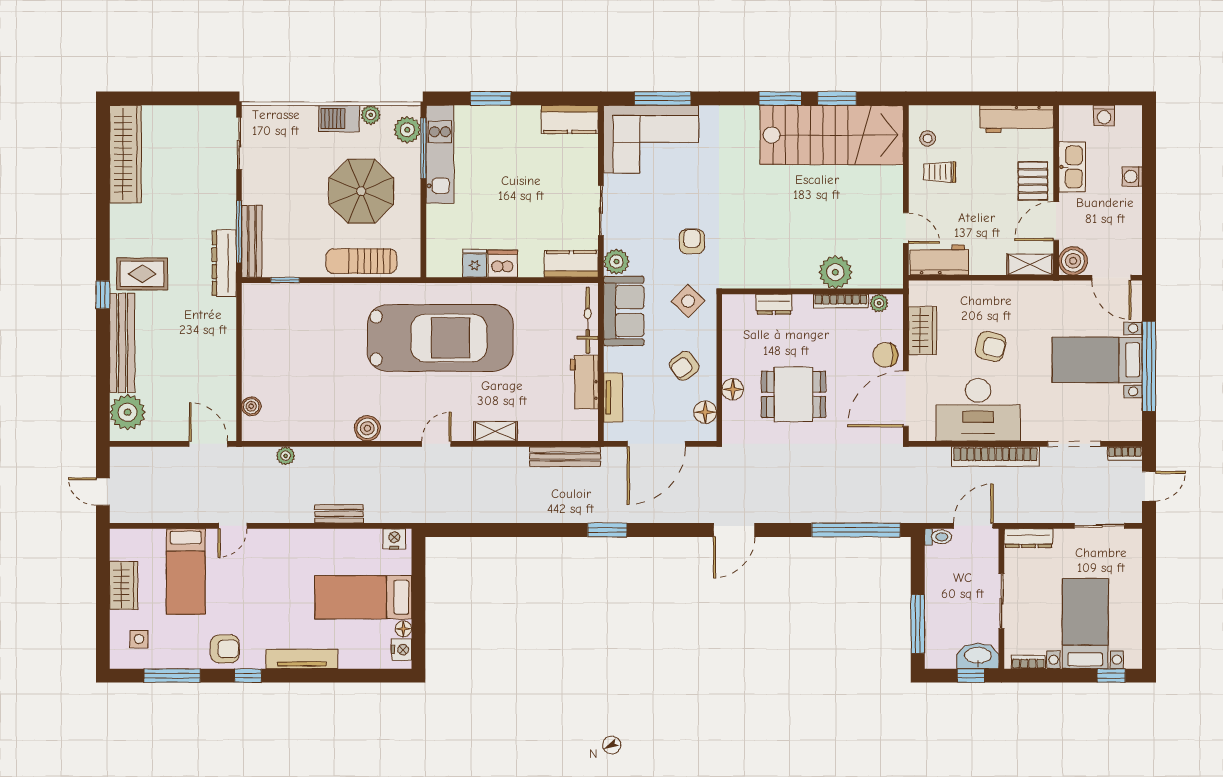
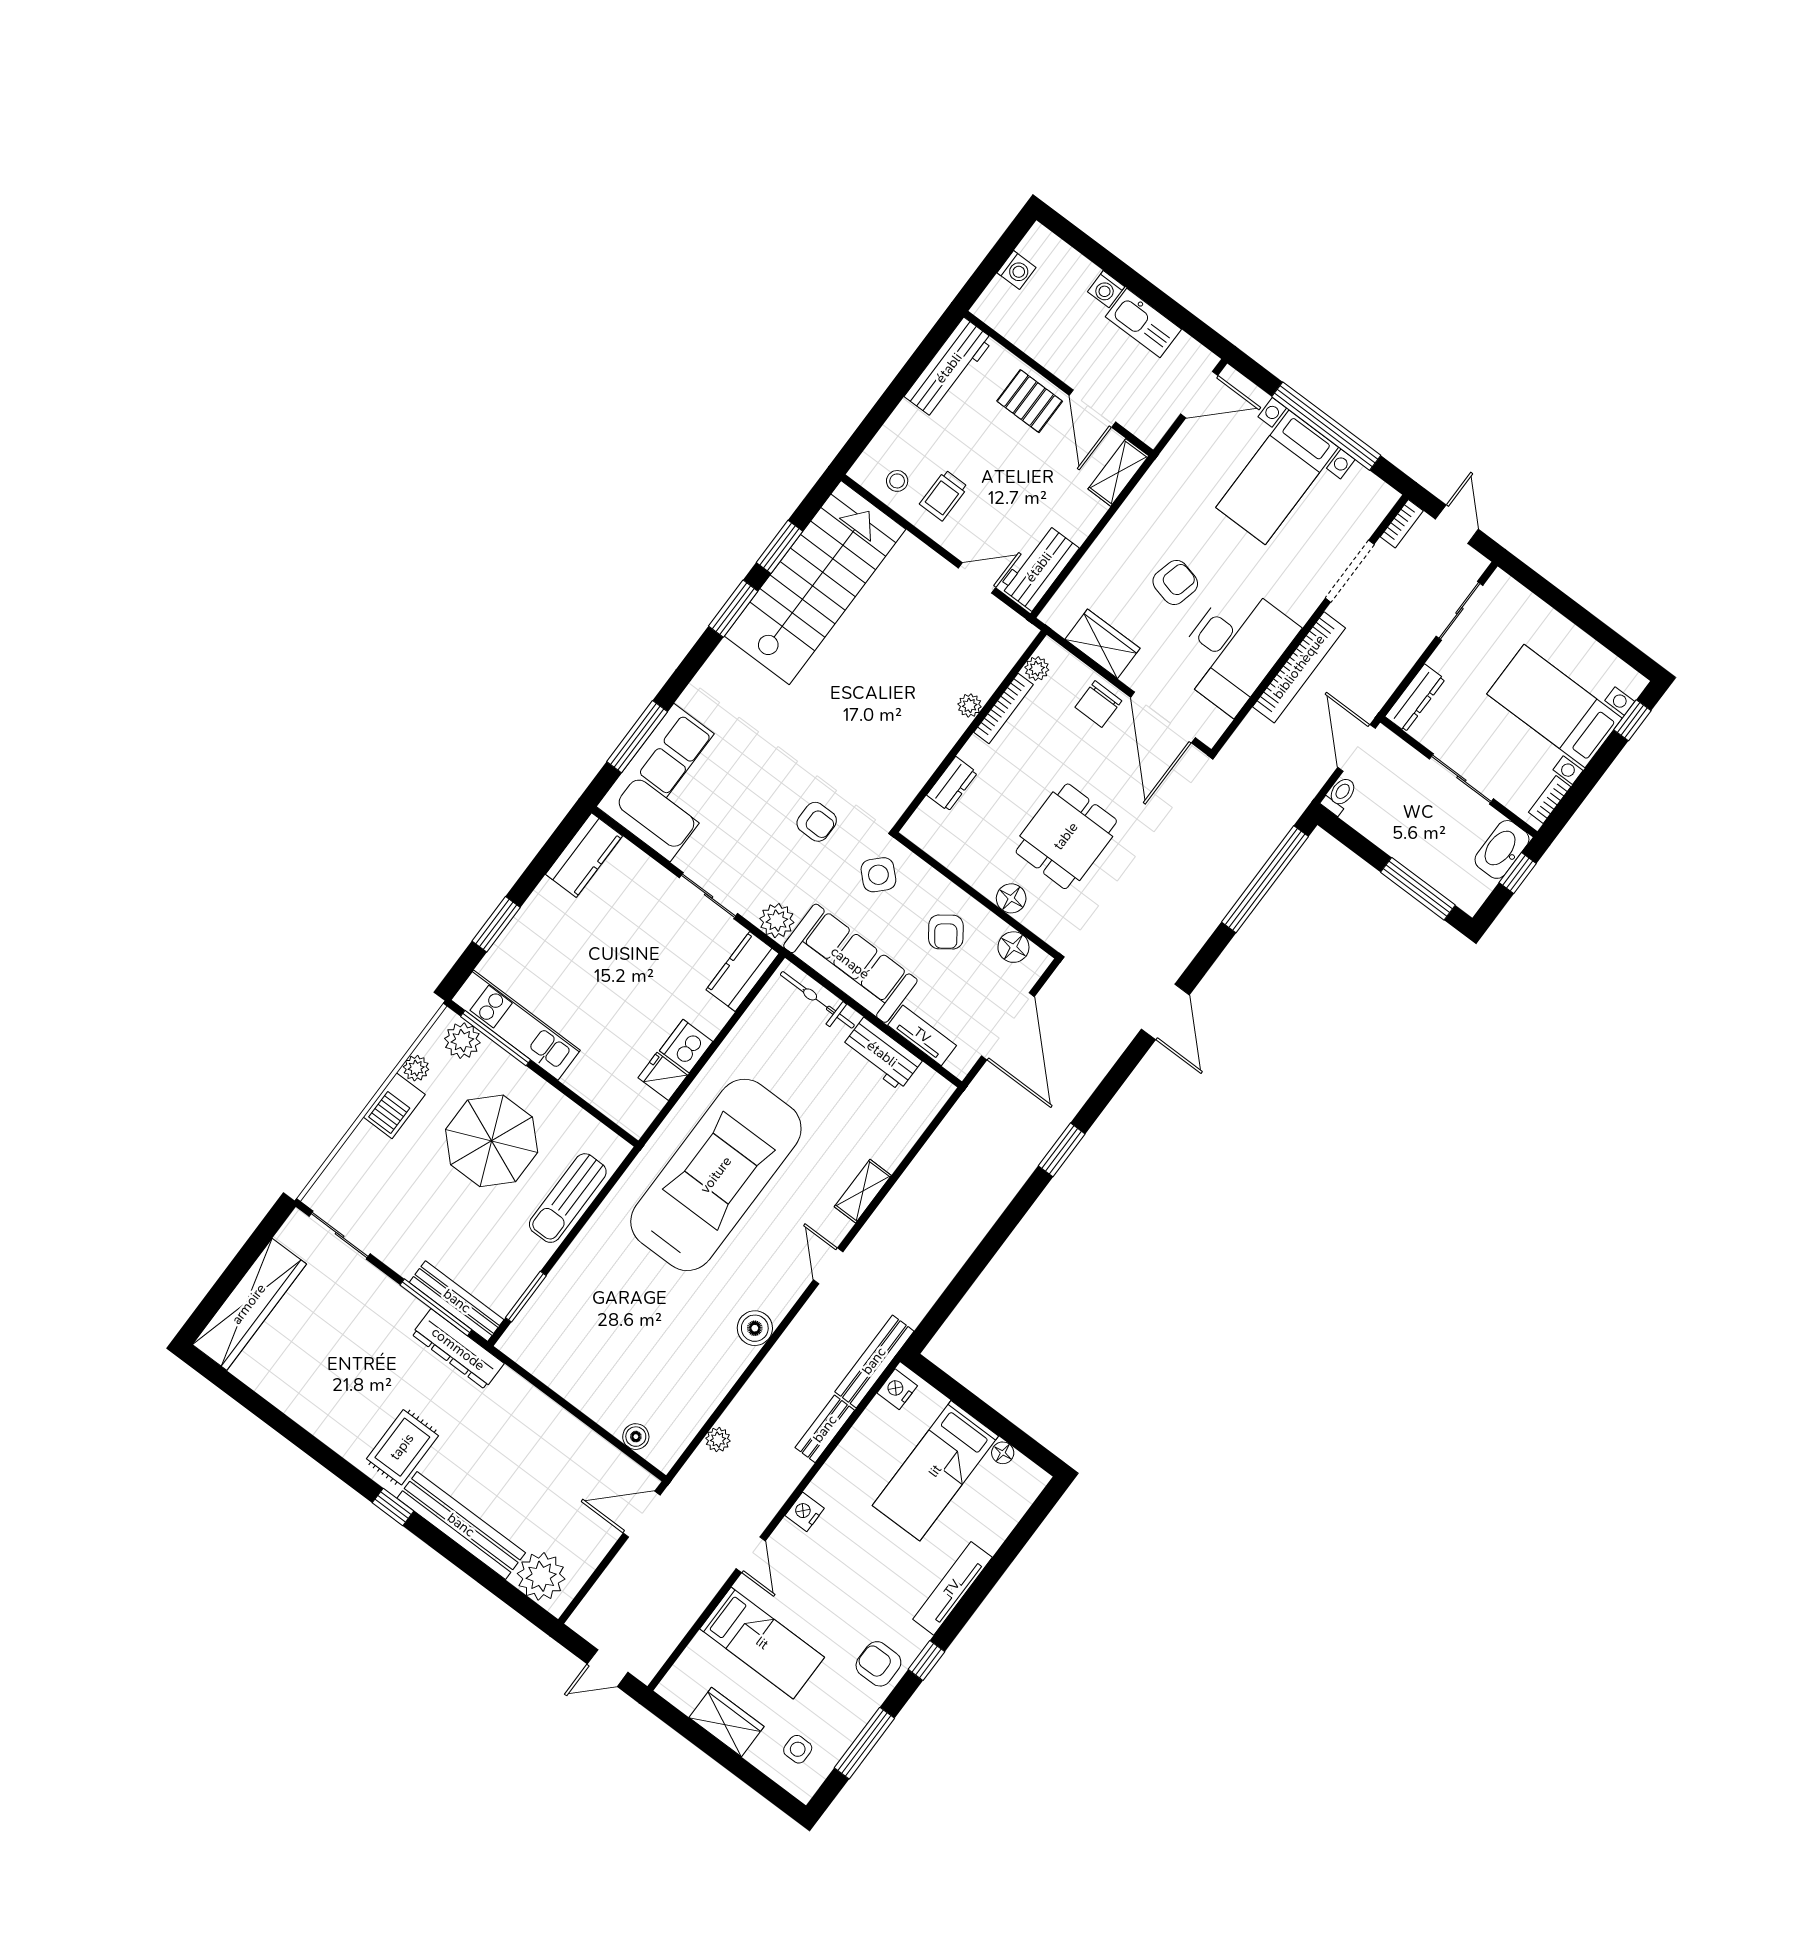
wardrobe: (126, 154) -> (249, 1304), moved, turned 90
kitchen sink: (1072, 167) -> (1143, 323), moved, turned 180
armchair: (692, 241) -> (817, 822), turned 180
boiler: (1073, 261) -> (1149, 423), removed
plant: (835, 272) -> (970, 705), width x0.53, depth x0.53
window: (285, 280) -> (526, 1297), width x1.50
sofa: (624, 311) -> (850, 963), width x1.36
bench: (565, 457) -> (874, 1361), moved
armchair: (225, 649) -> (878, 1664), turned -90
nightstand: (401, 650) -> (805, 1512), moved, turned -90

